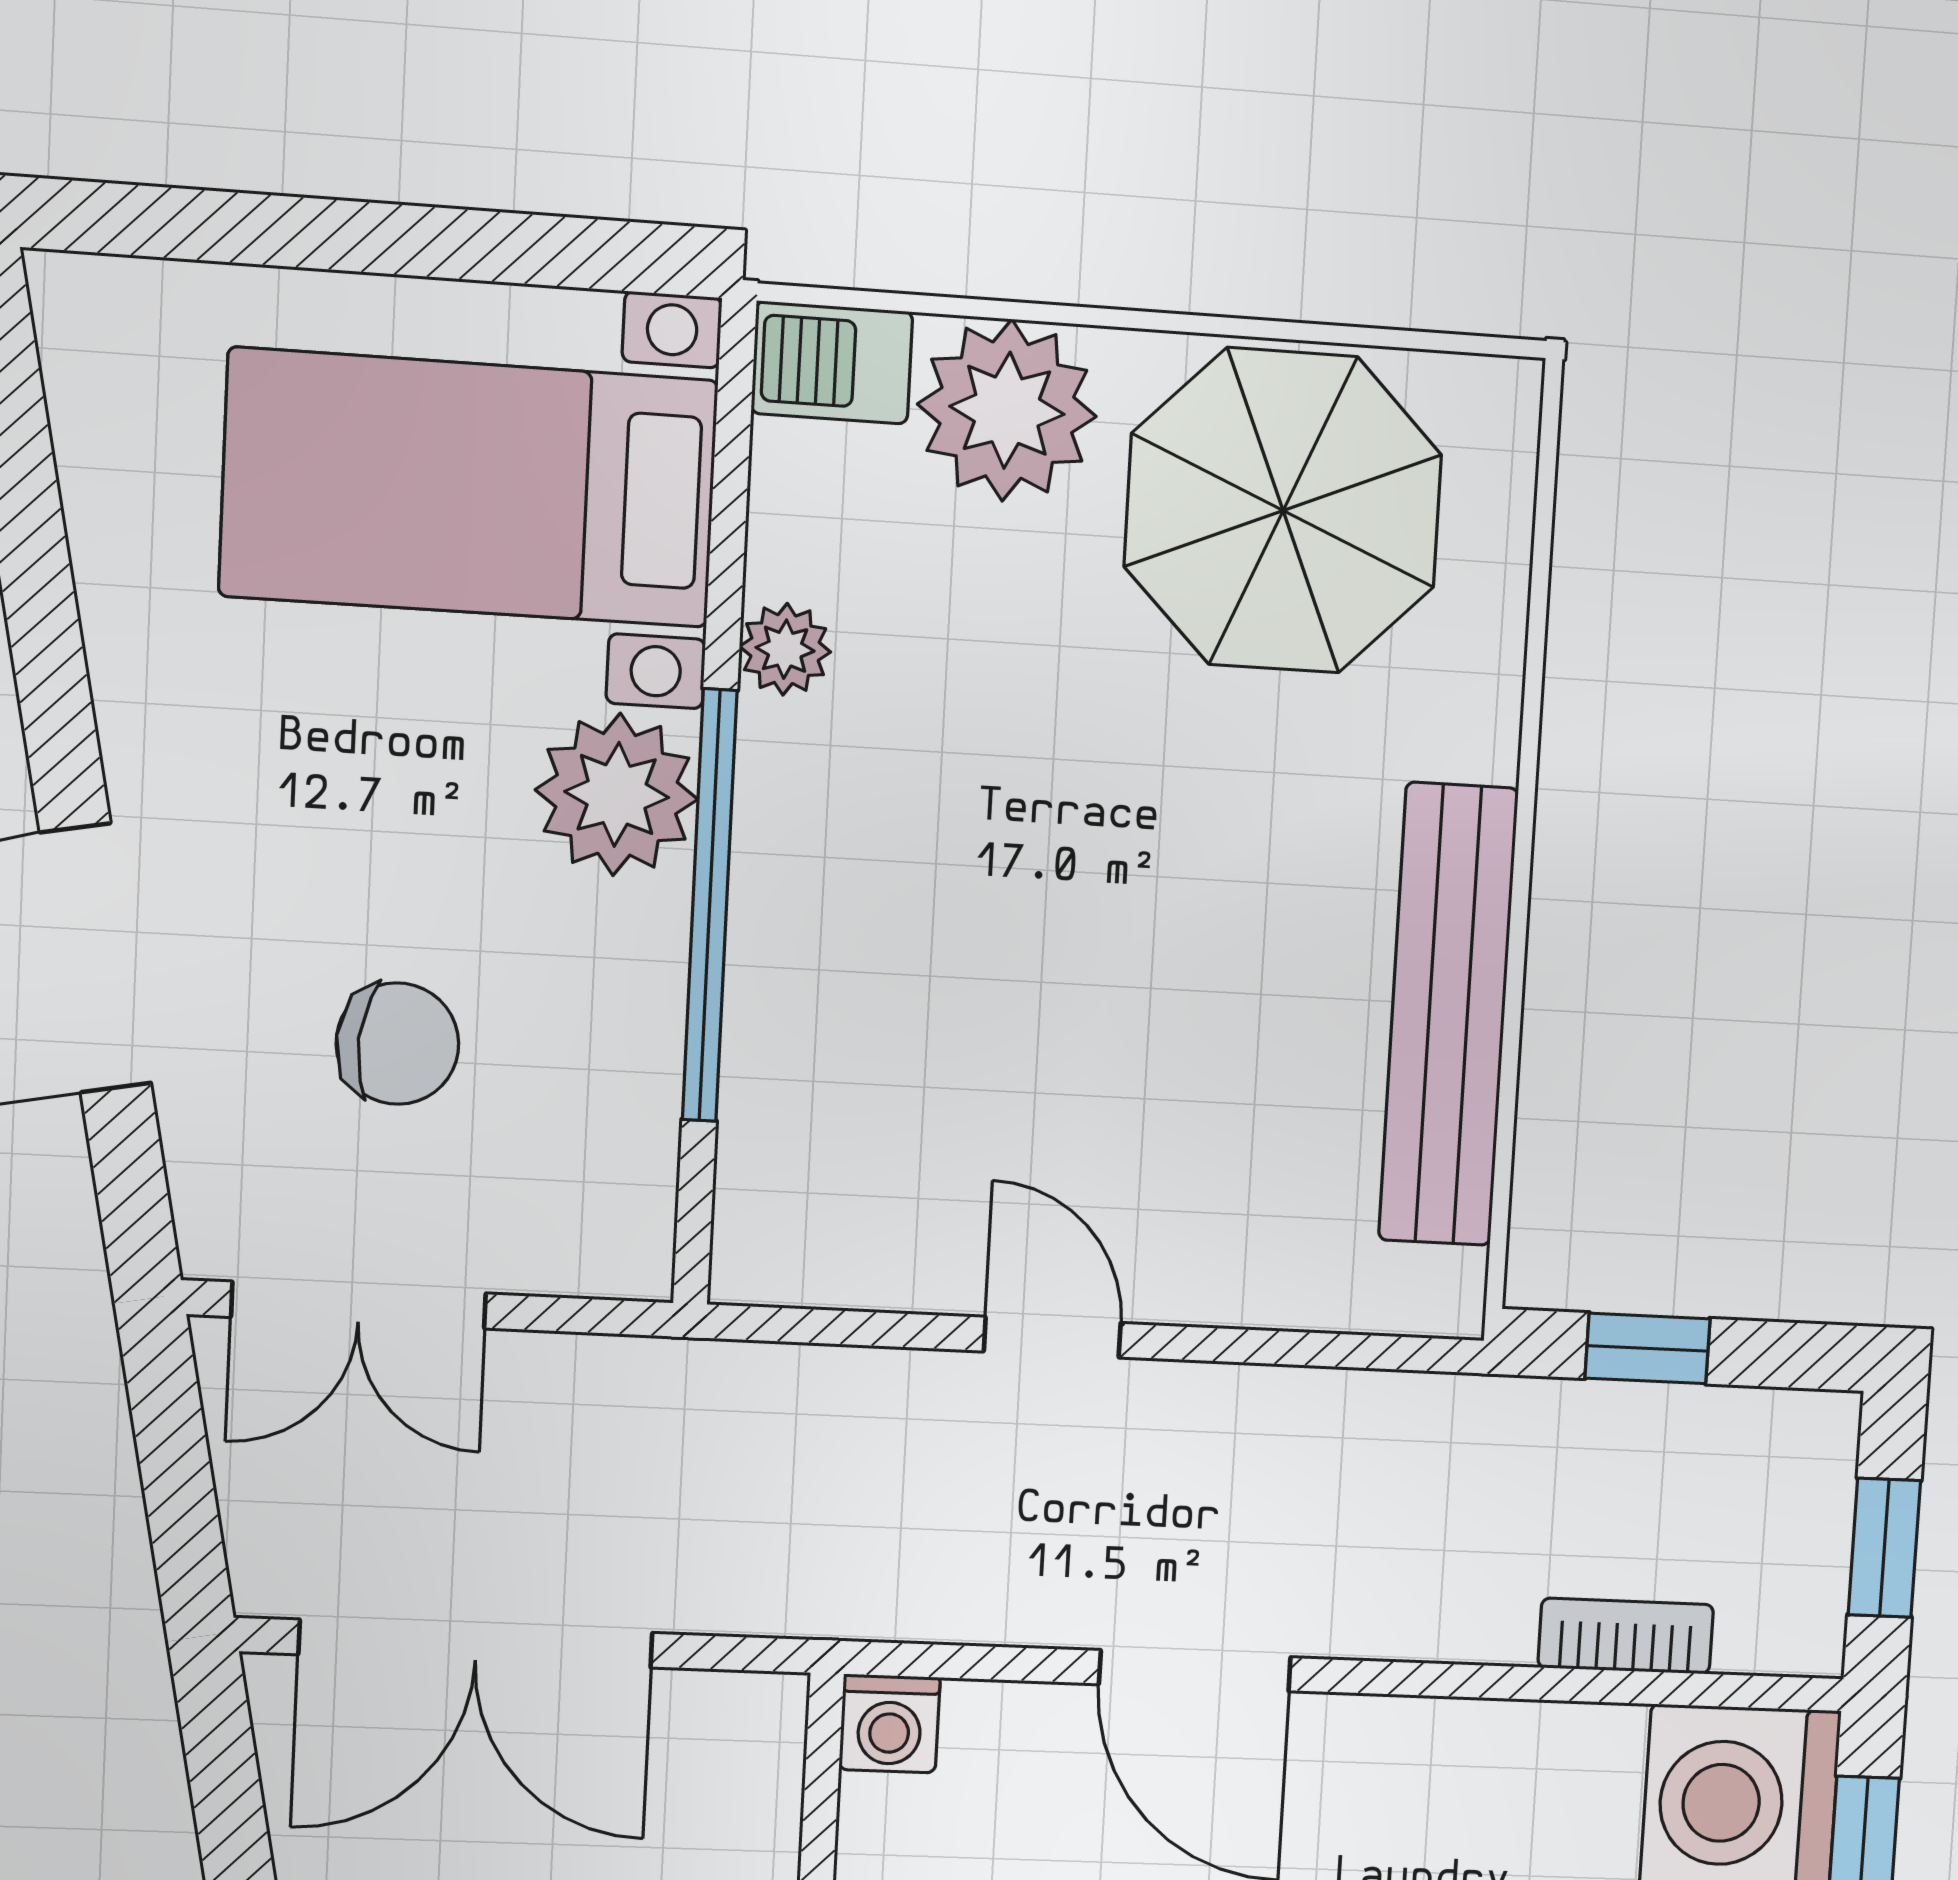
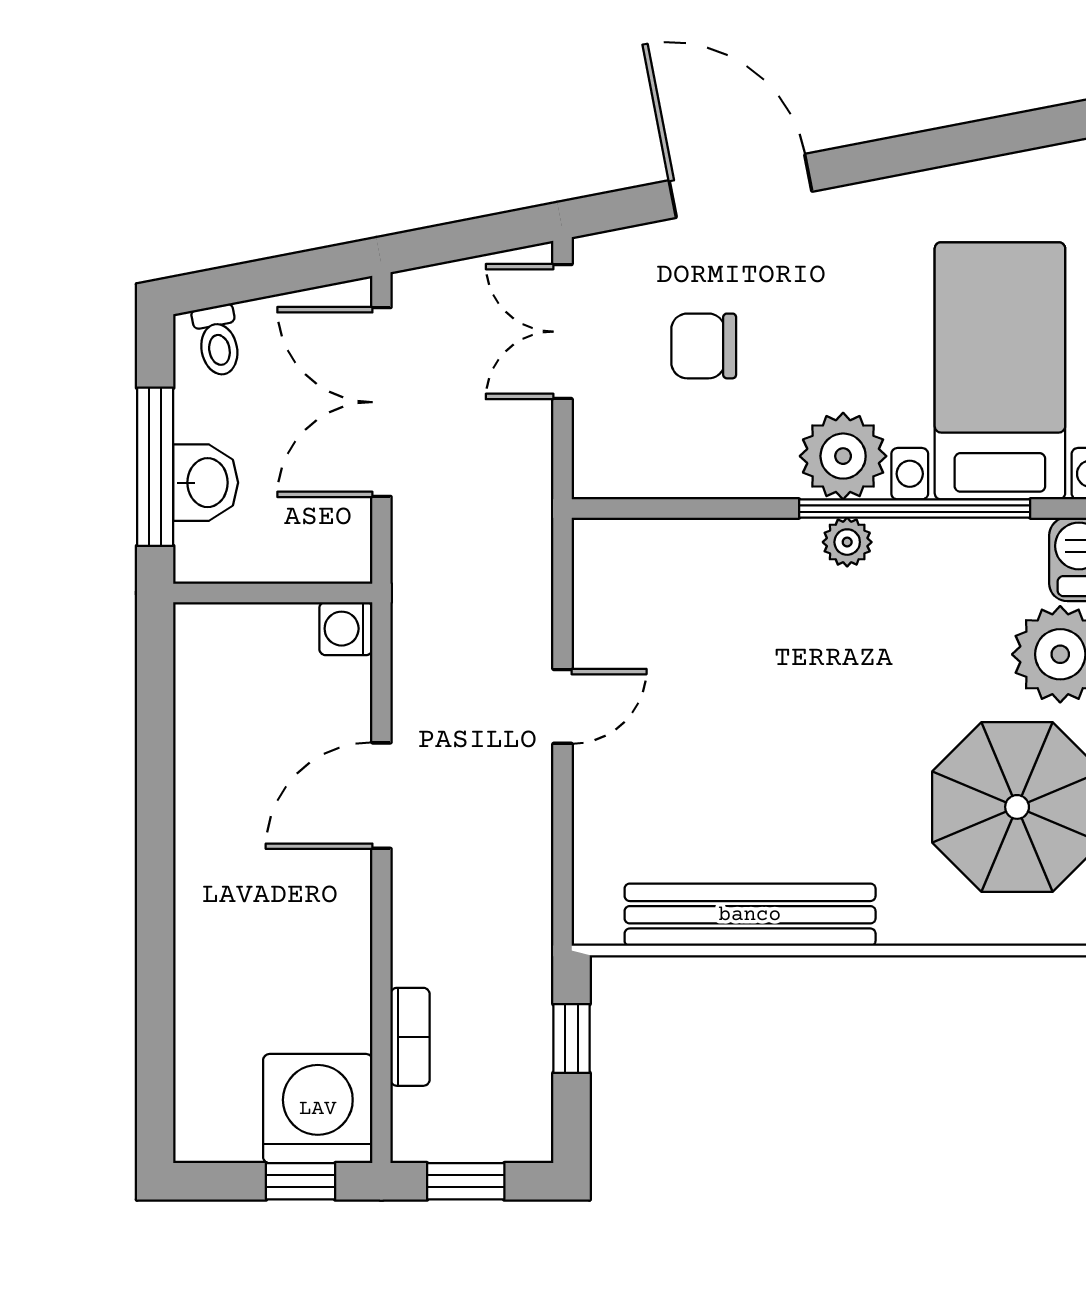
plant: (785, 649) -> (847, 542), moved
window: (710, 906) -> (915, 508), moved
chair: (397, 1044) -> (704, 346), turned 85

